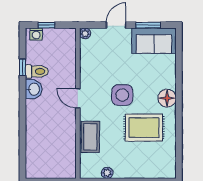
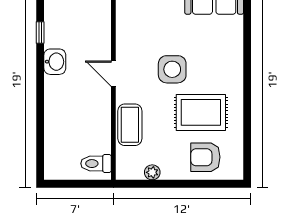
toilet: (37, 71) -> (96, 164), moved, turned 180
floor lamp: (167, 98) -> (231, 73), removed
armchair: (147, 161) -> (205, 157), added

